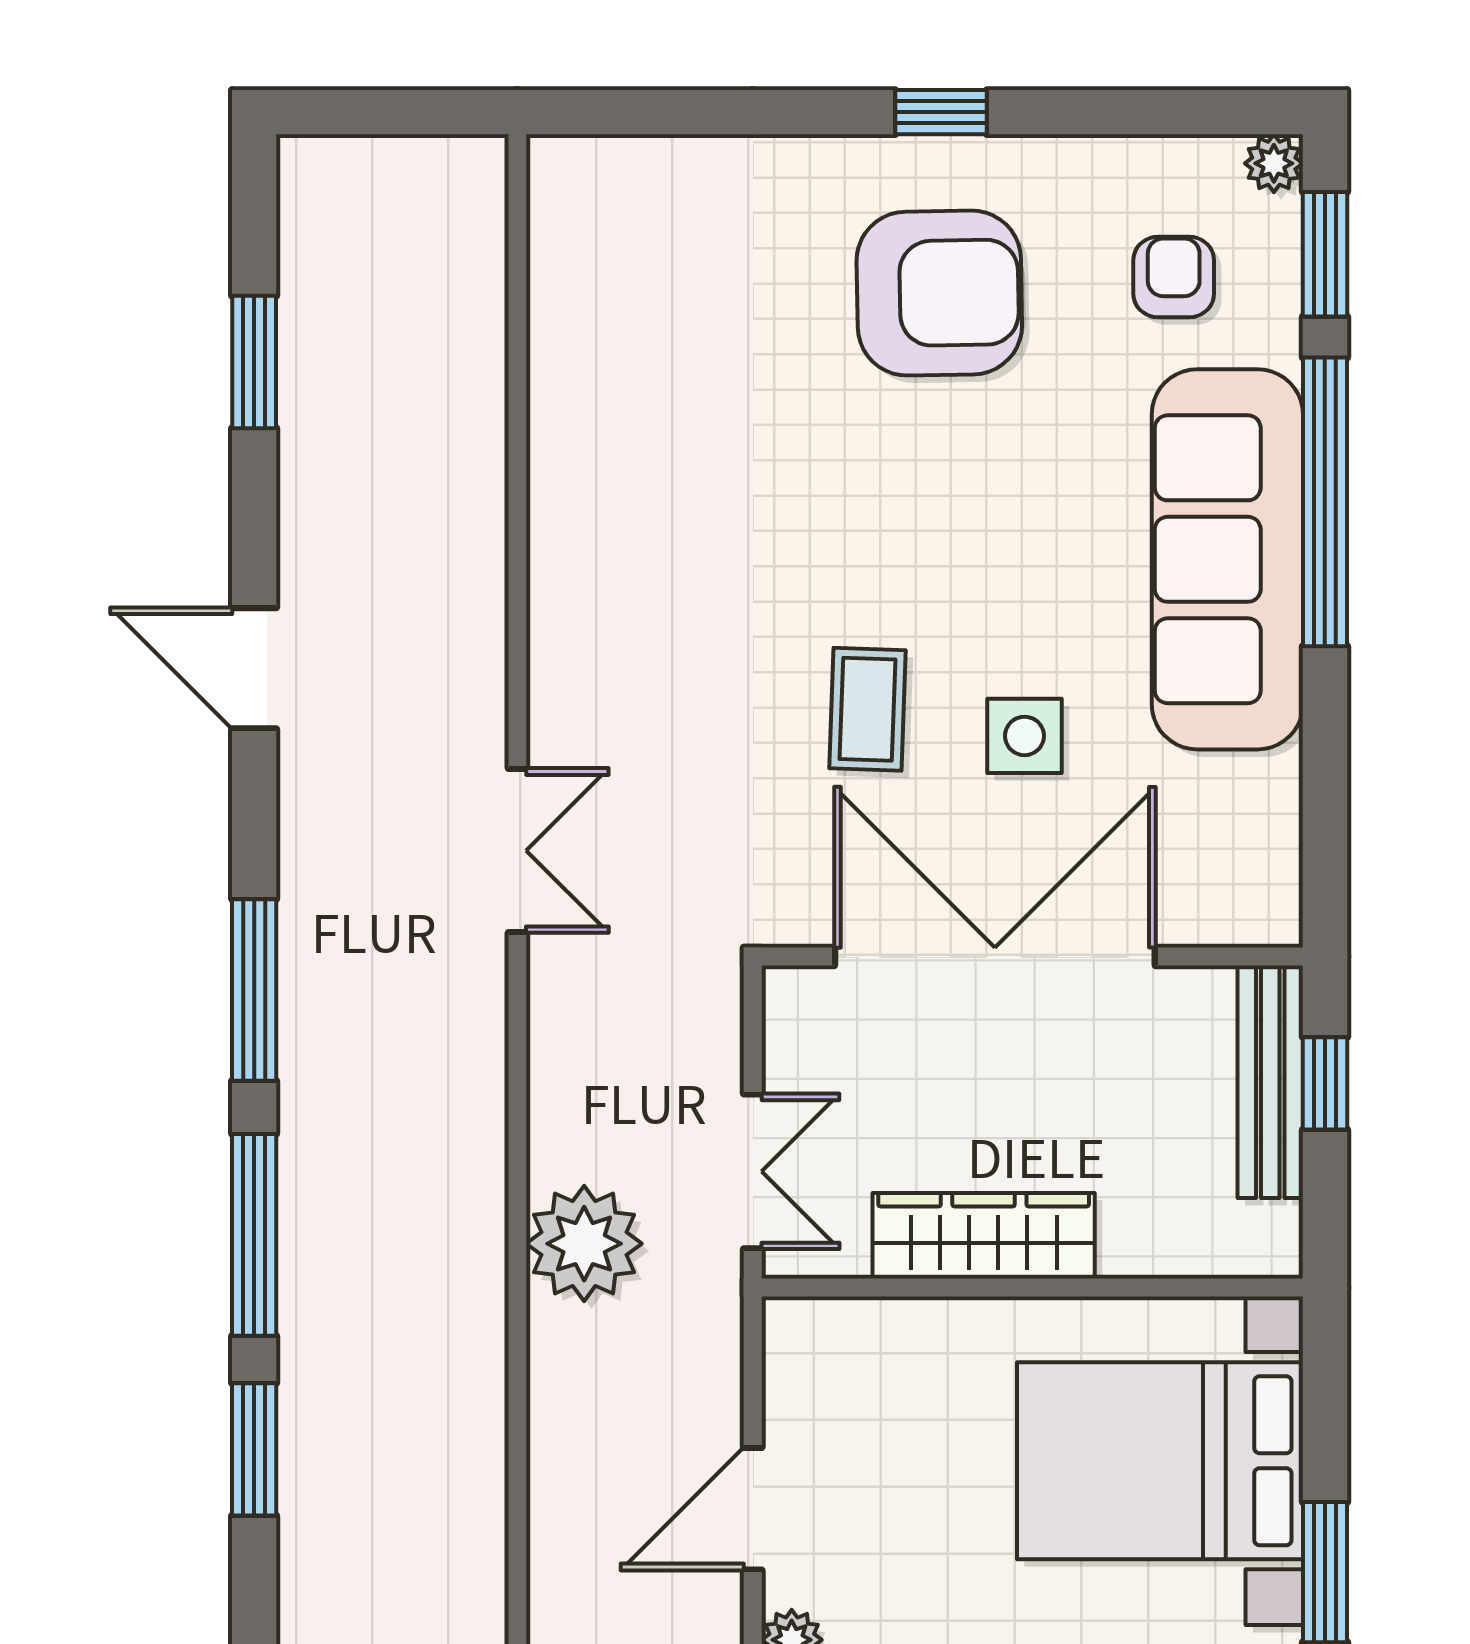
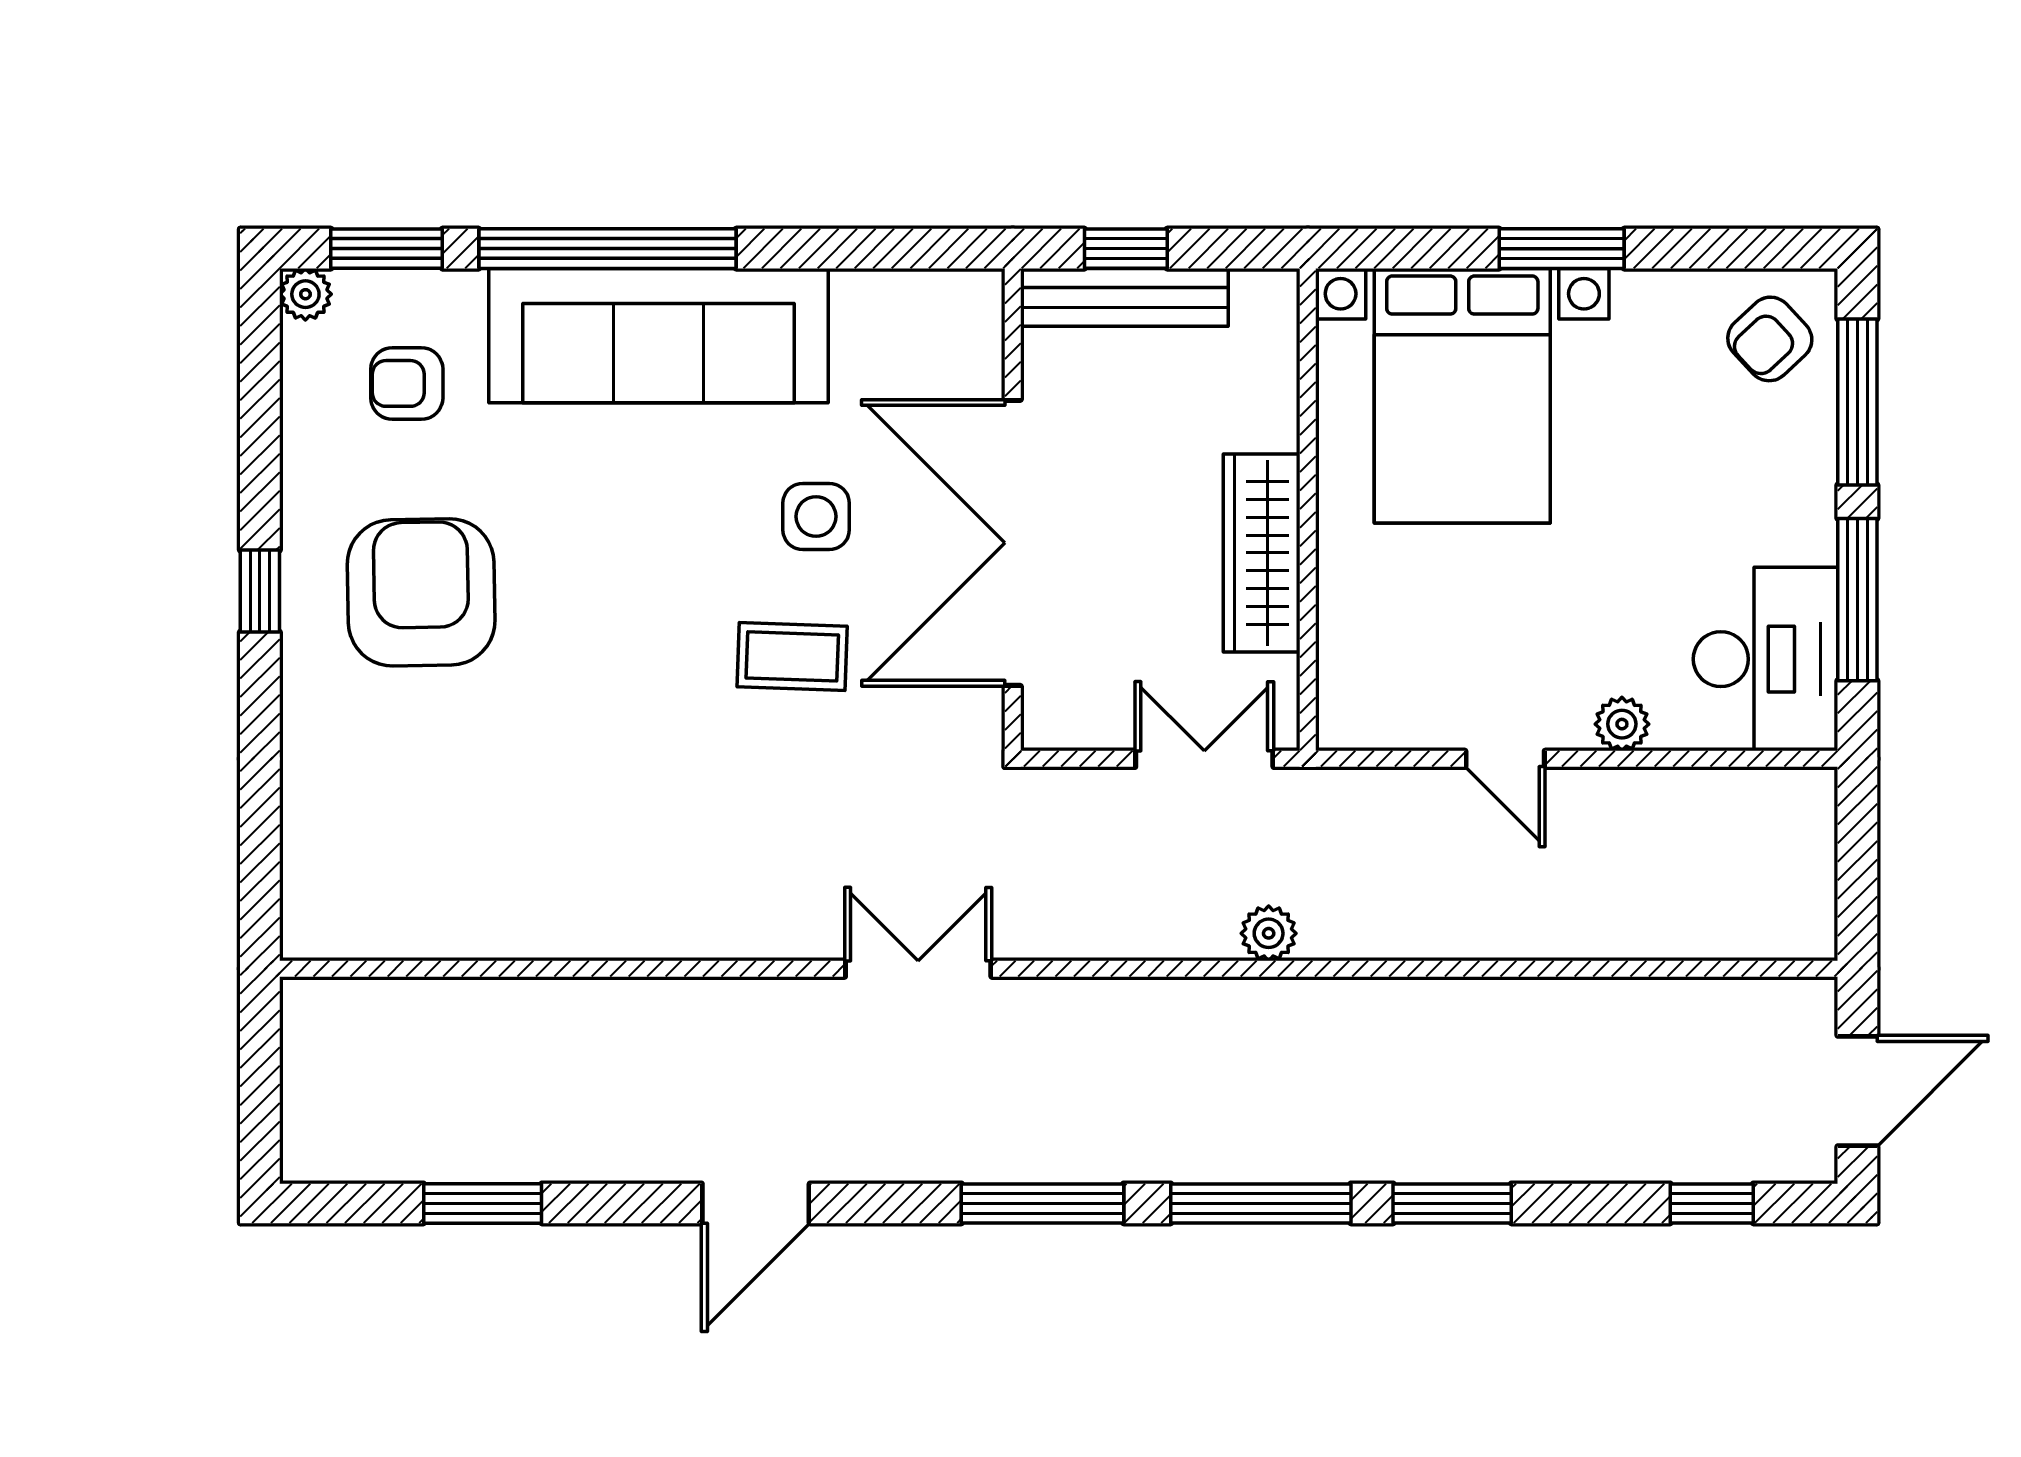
plant: (584, 1244) -> (1269, 933), width x0.53, depth x0.53
door: (753, 1509) -> (1505, 759), width x0.73

